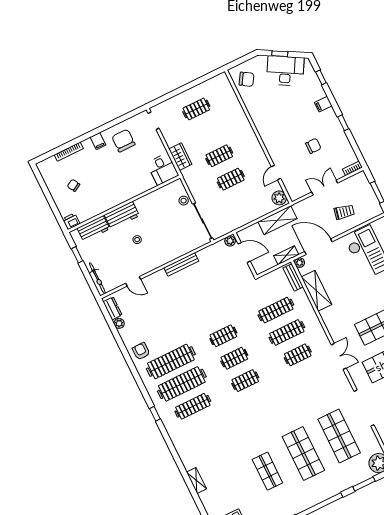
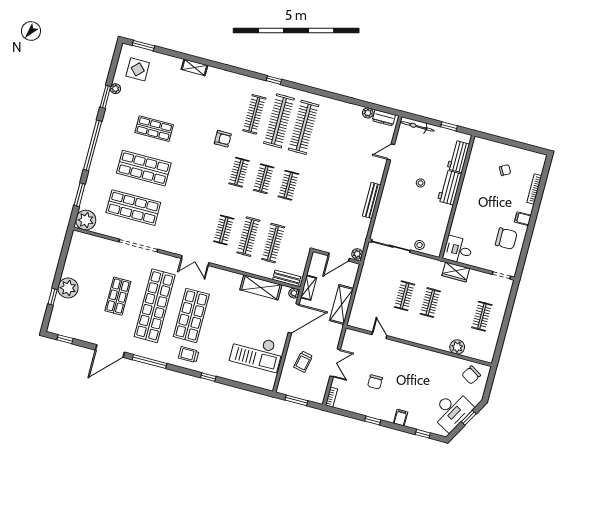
plant: (279, 198) -> (457, 347), moved
printer: (71, 221) -> (479, 144), removed
armchair: (141, 351) -> (223, 139), moved

